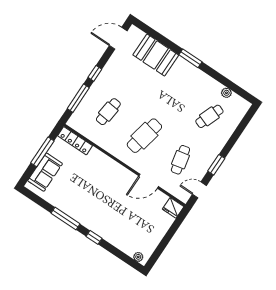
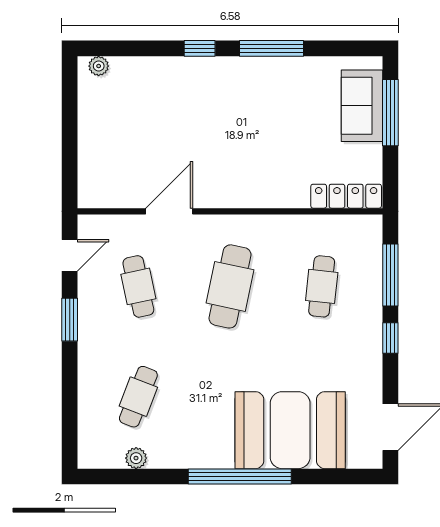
booth: (156, 55) -> (290, 430), width x1.36, depth x1.42
window: (190, 58) -> (240, 476), width x2.11
window: (42, 152) -> (390, 113), moved
fridge: (173, 208) -> (95, 193), removed

